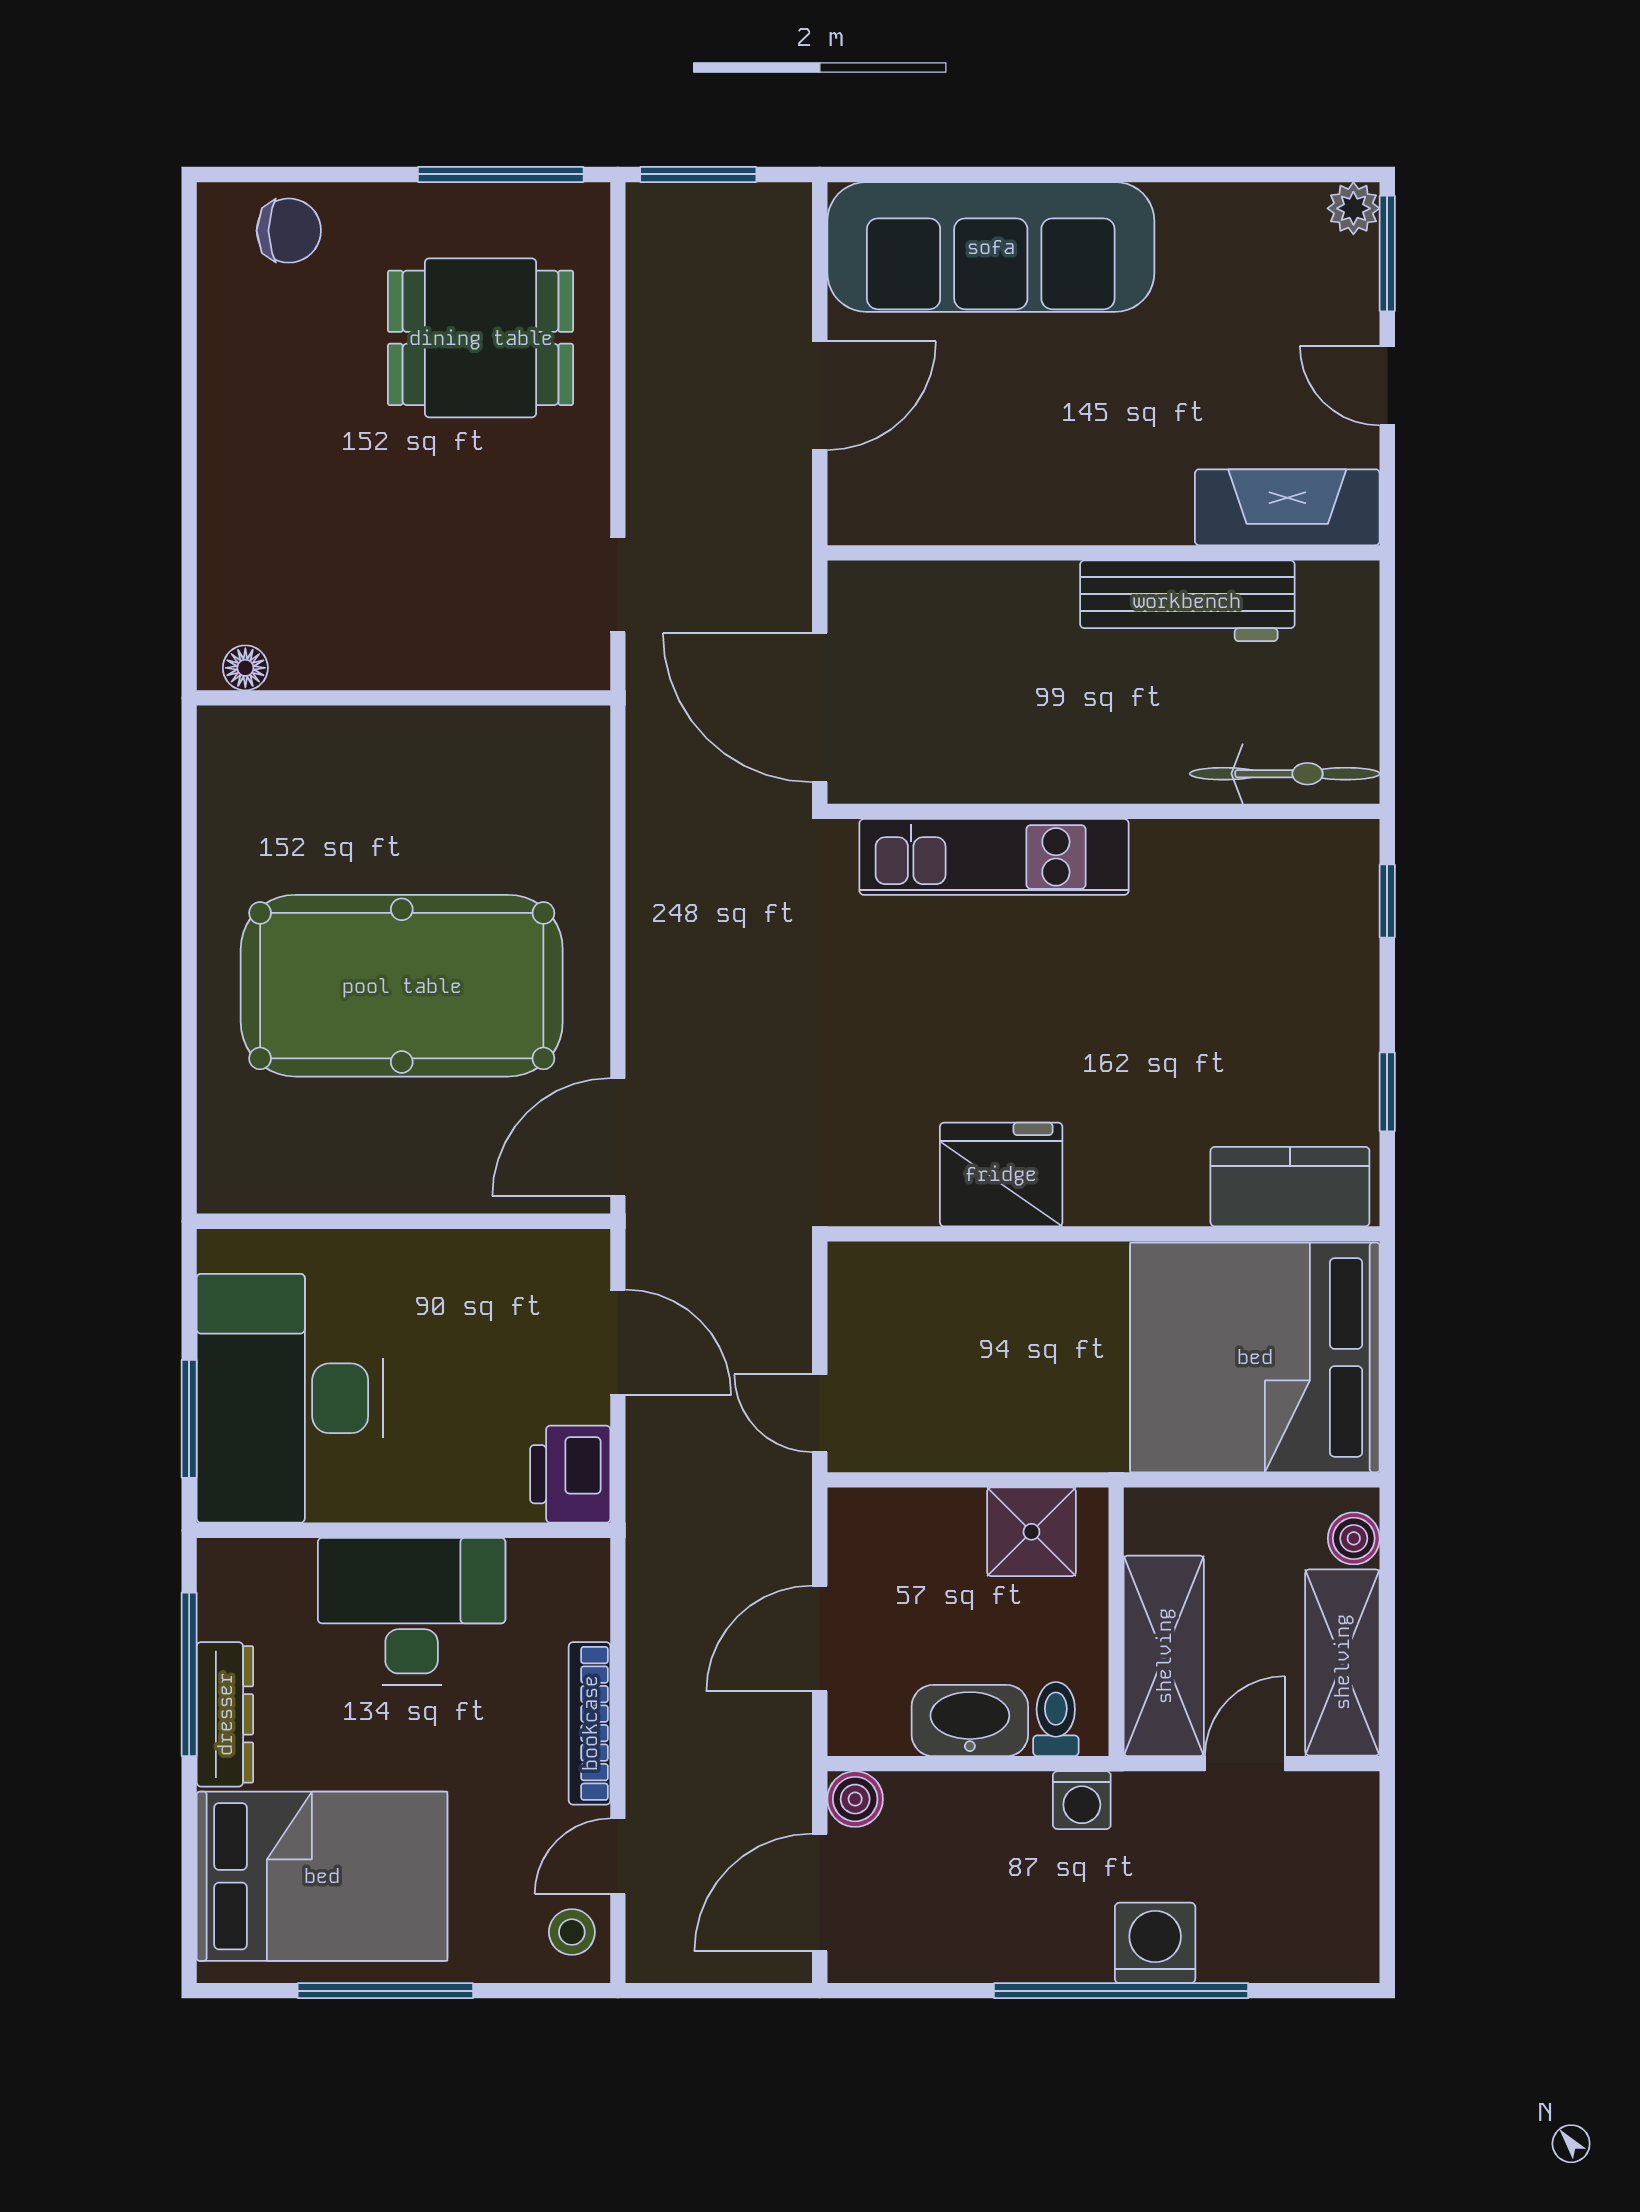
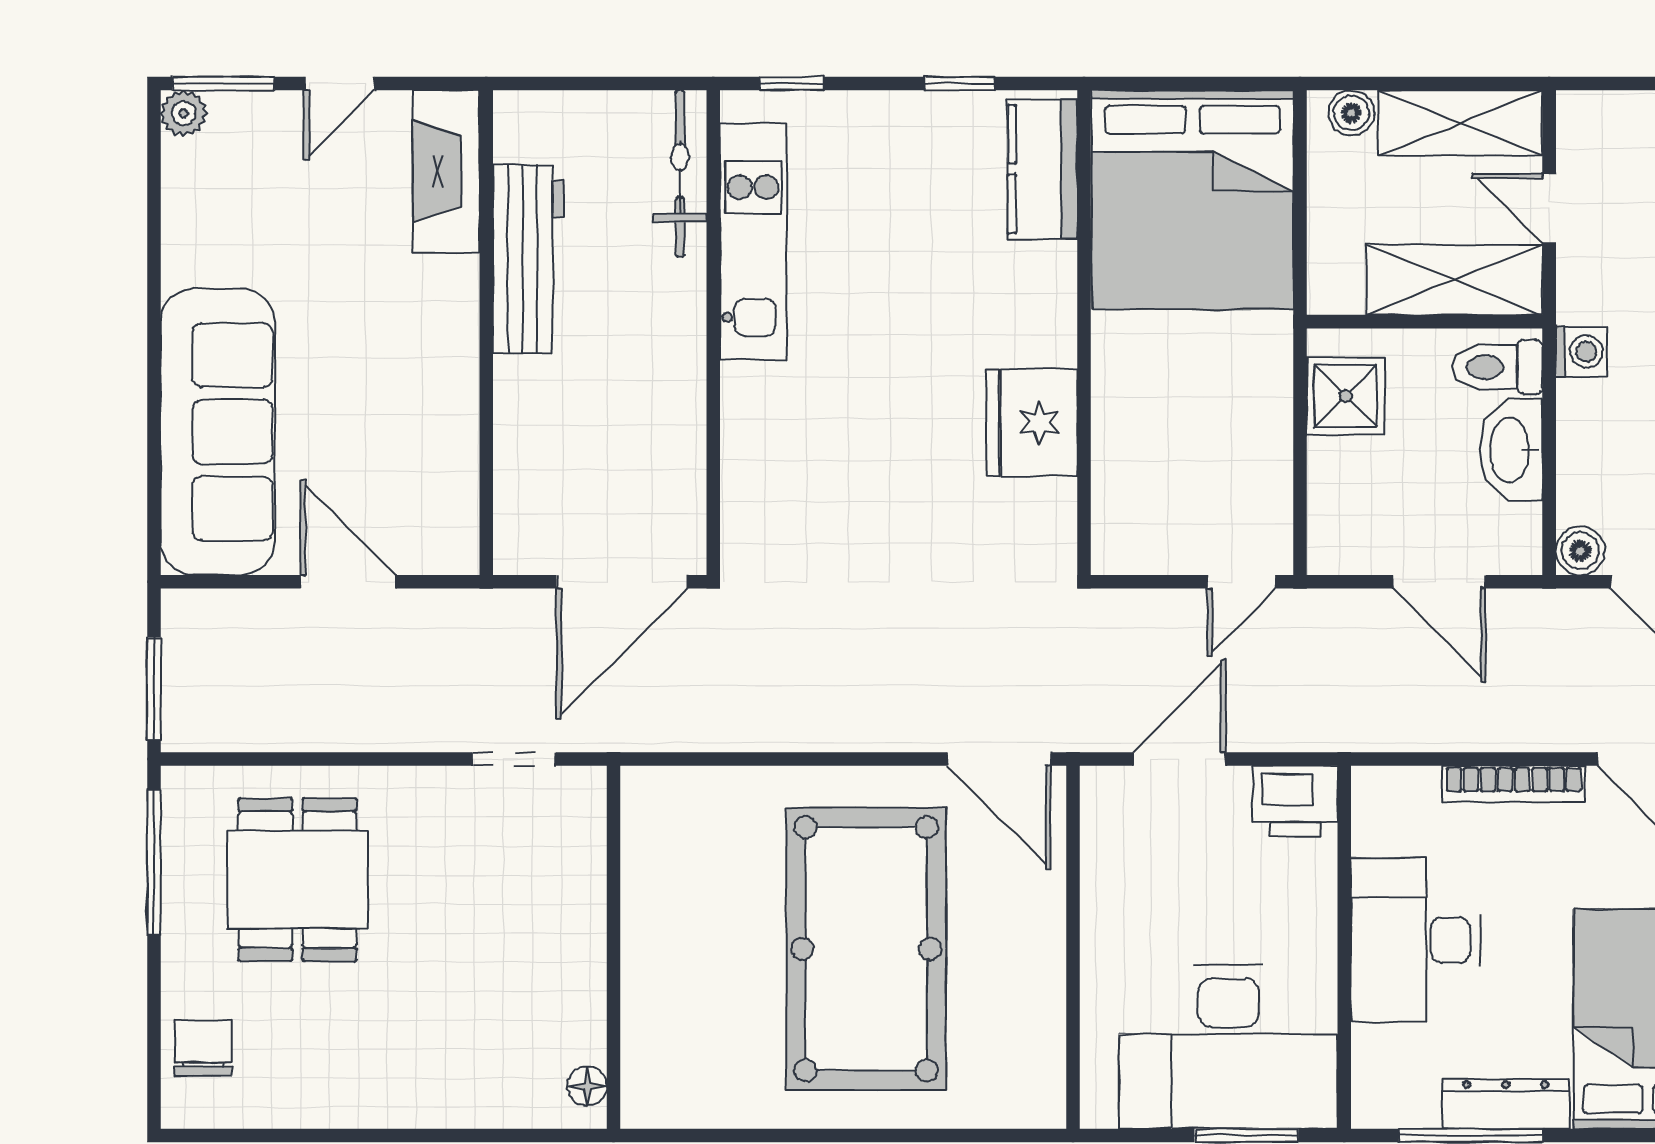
kitchen unit: (994, 857) -> (753, 242), moved
toilet: (1056, 1719) -> (1497, 367), width x1.37, depth x1.39

